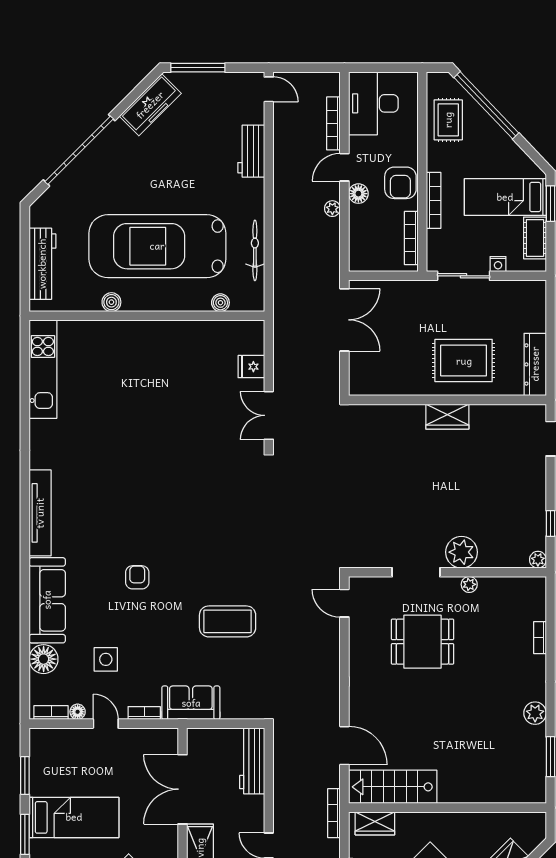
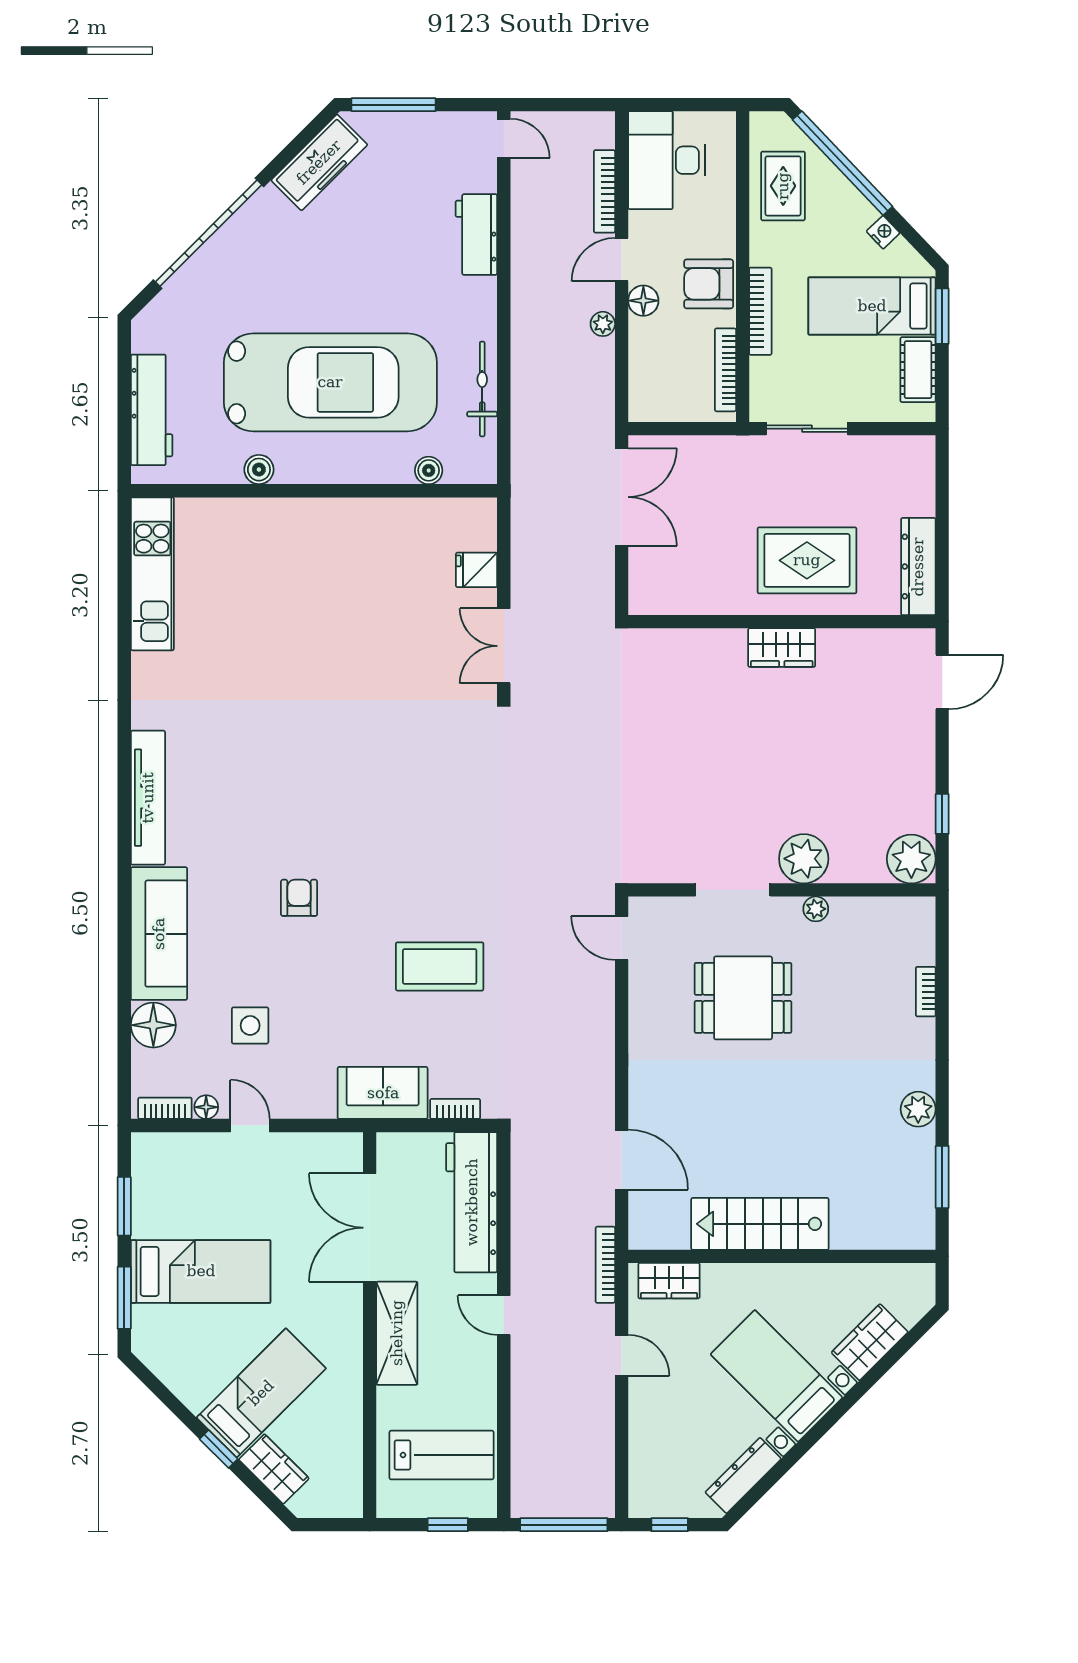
armchair: (400, 183) -> (709, 284), turned 90
car: (157, 246) -> (330, 382), turned 180
nightstand: (498, 264) -> (883, 232), moved, turned -134
plant: (538, 560) -> (911, 859), width x1.87, depth x1.87
bookcase: (144, 713) -> (455, 1109), moved
workbench: (252, 761) -> (472, 1202), width x1.36, depth x1.32
stairs: (393, 787) -> (760, 1224), moved

